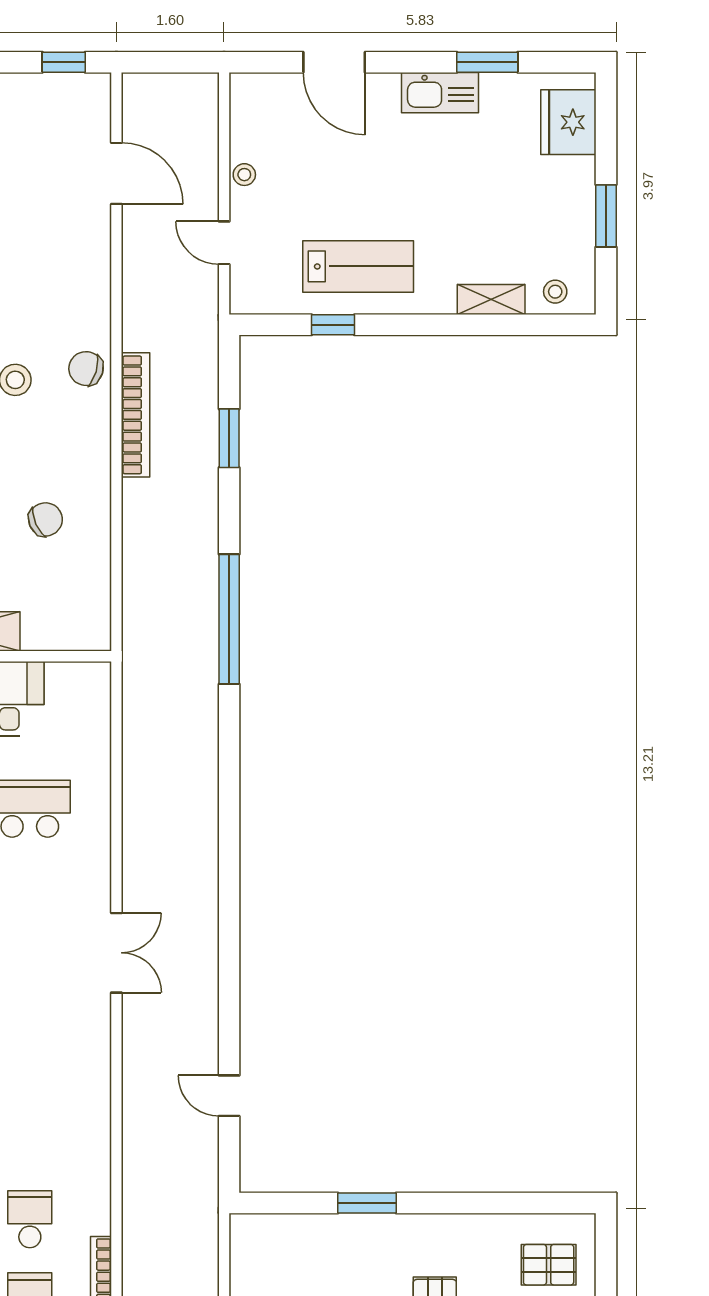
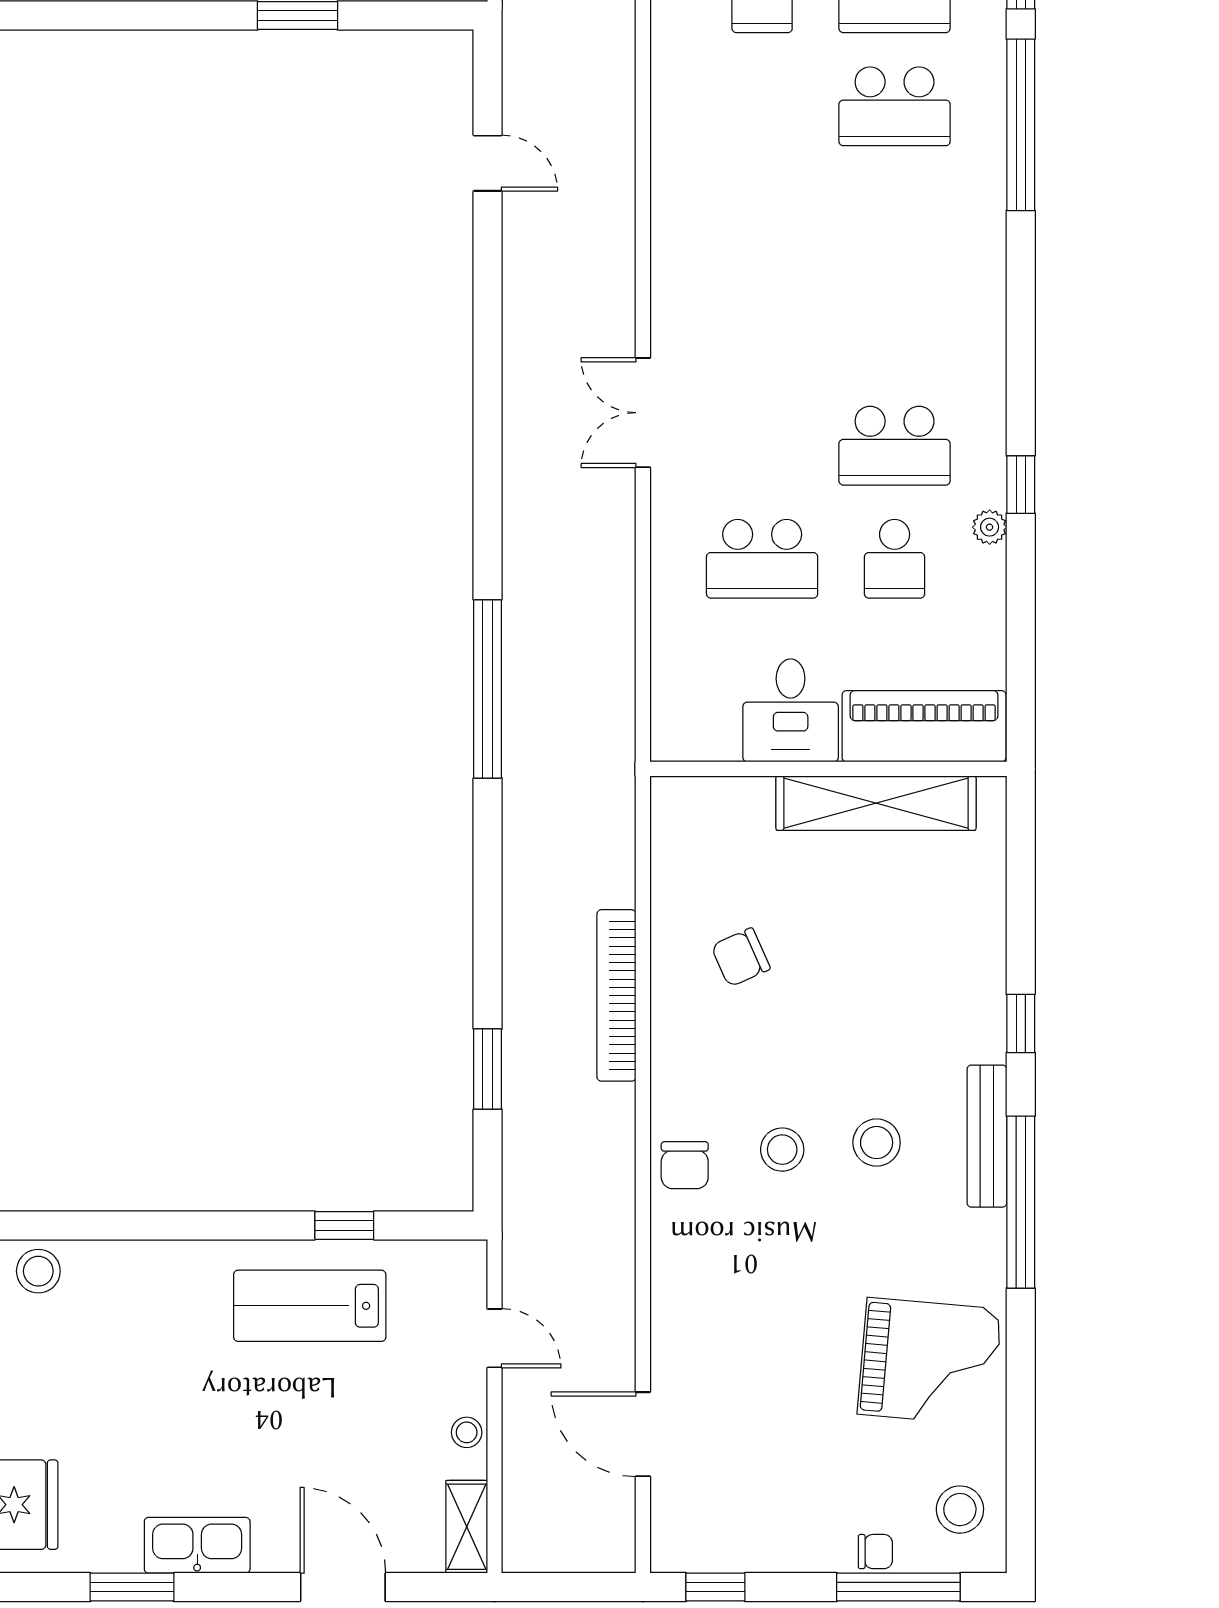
stool: (555, 292) -> (38, 1271), width x1.37, depth x1.37
shelving: (491, 300) -> (467, 1527), moved, turned 90
chair: (86, 369) -> (685, 1165), turned 74
bookcase: (136, 415) -> (616, 995), moved
window: (229, 619) -> (488, 689), moved
double door: (116, 953) -> (643, 413), moved

